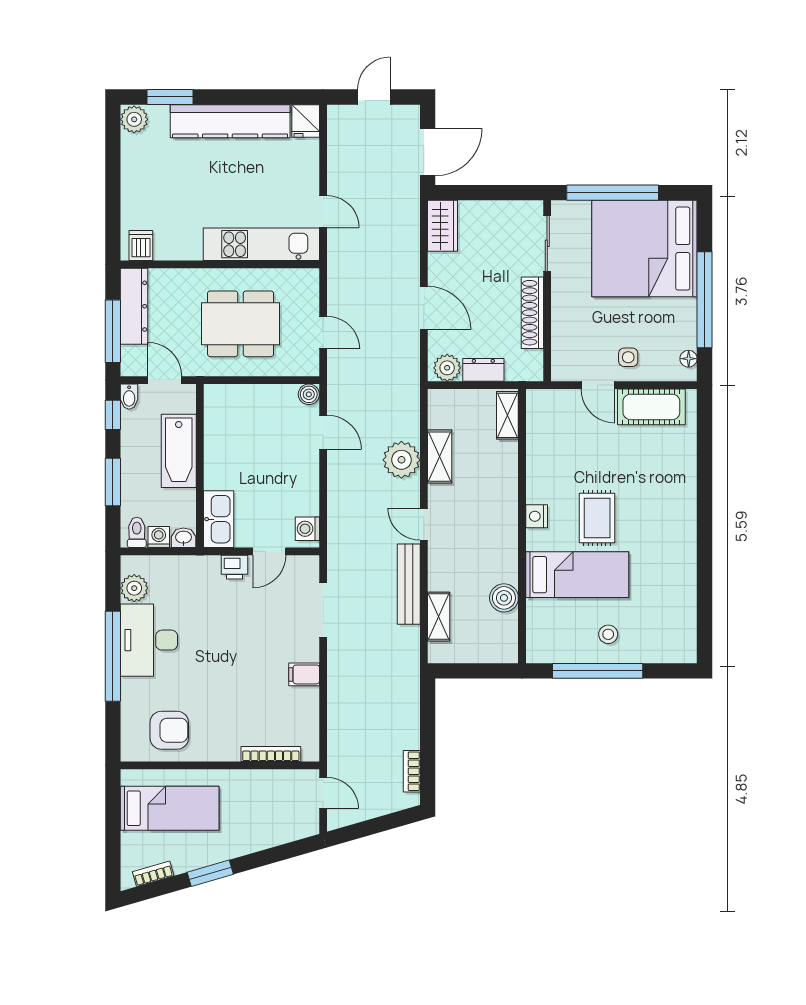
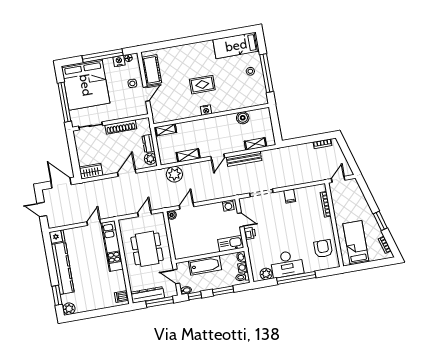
nightstand: (685, 335) -> (119, 61), added
door: (165, 380) -> (176, 277), hinge flipped
plant: (401, 460) -> (174, 174), moved
bed: (577, 575) -> (236, 45), moved, turned -90

